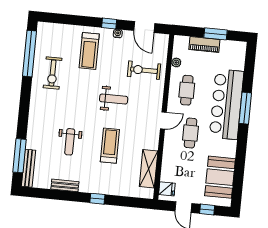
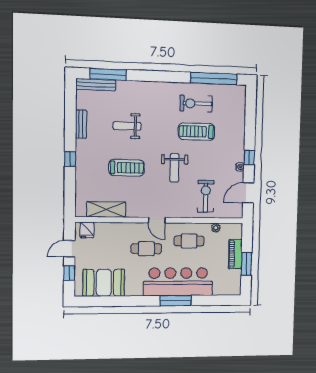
treadmill: (89, 51) -> (197, 132), moved

